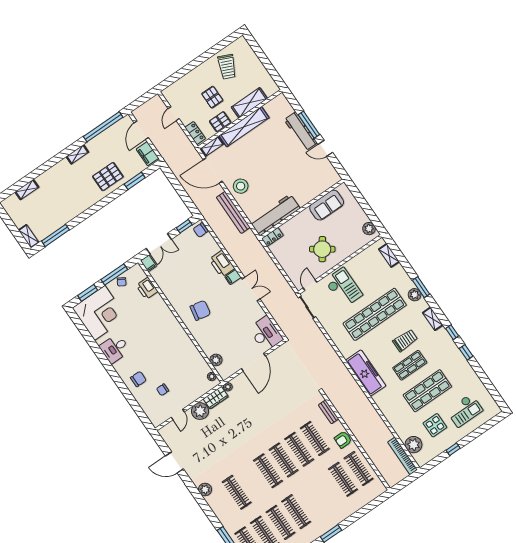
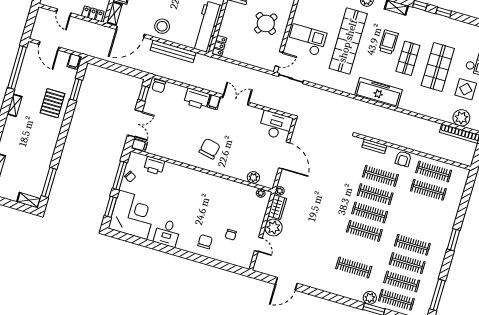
filing cabinet: (148, 154) -> (74, 62), width x0.50
door: (310, 285) -> (279, 59), swing flipped
plant: (205, 489) -> (370, 298), moved

